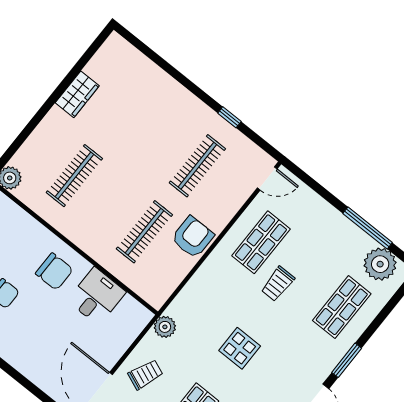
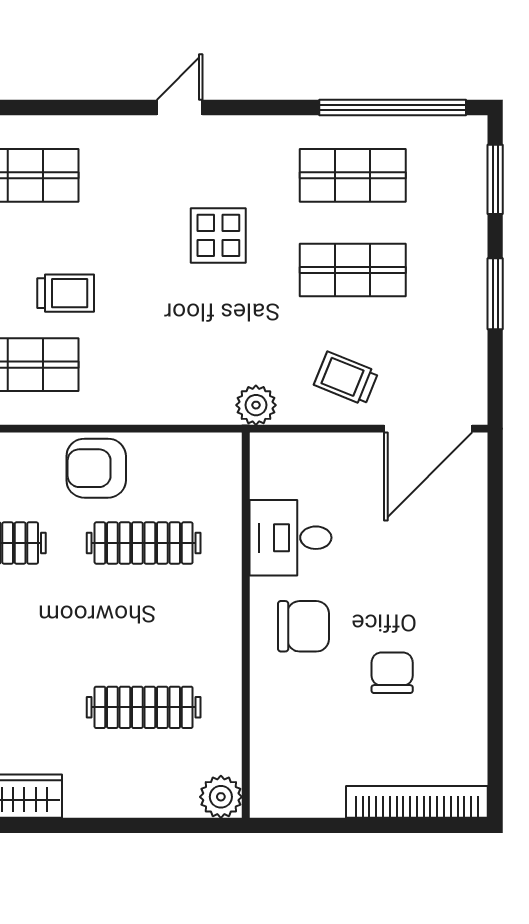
chair: (54, 272) -> (303, 626), turned 90
display table: (240, 348) -> (218, 235), moved
window: (347, 360) -> (96, 108), removed

